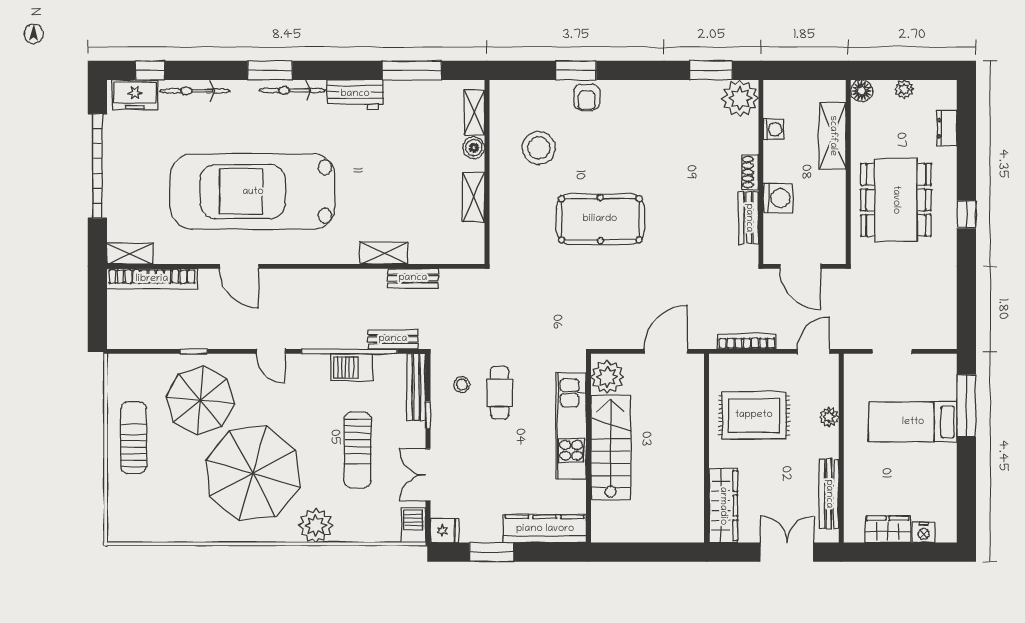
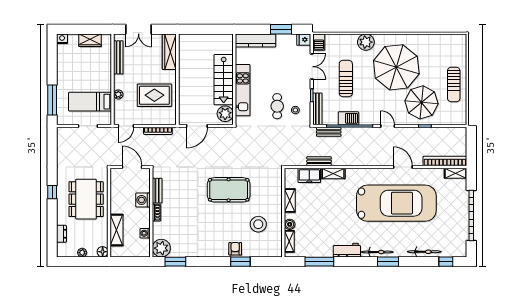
freezer: (135, 95) -> (309, 175), moved, turned 180
bed: (913, 422) -> (90, 102), moved, turned 180
nightstand: (924, 532) -> (62, 39), moved

